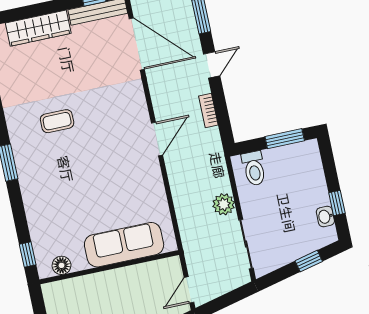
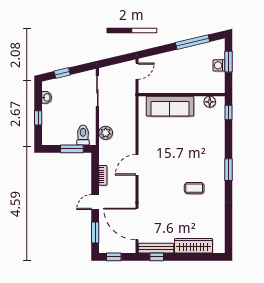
window: (285, 139) -> (72, 149), moved
window: (337, 203) -> (38, 118), moved
plant: (224, 204) -> (106, 133), moved

